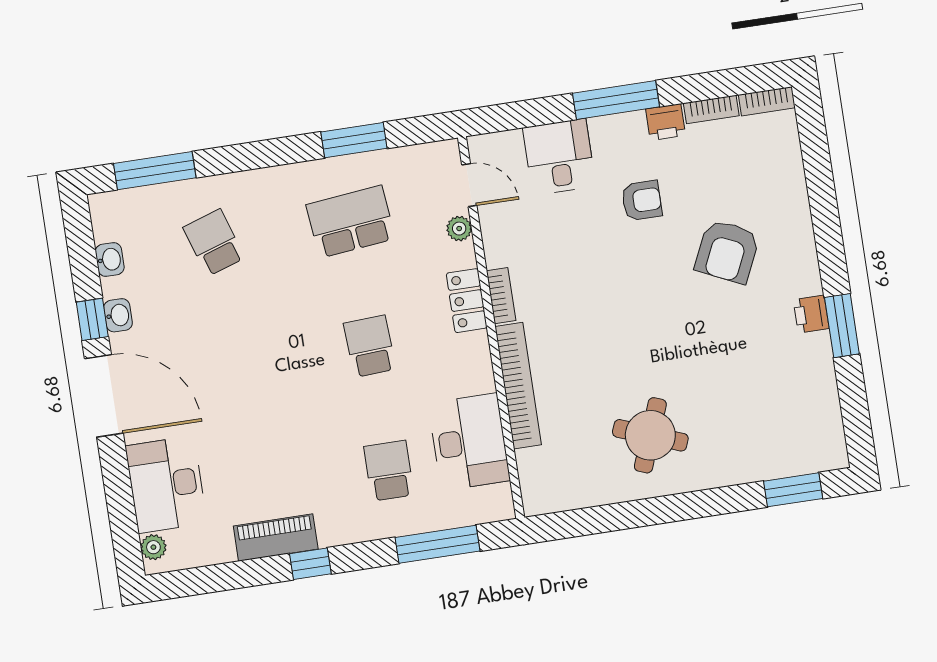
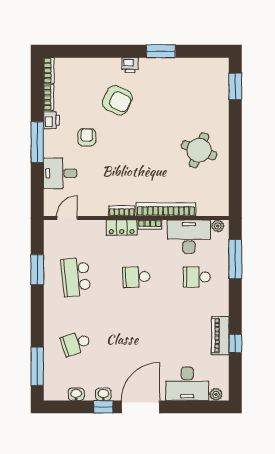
plant: (459, 229) -> (218, 226), moved
printer: (811, 314) -> (130, 65), moved
bookcase: (482, 358) -> (150, 225), added
window: (310, 564) -> (235, 344), moved

